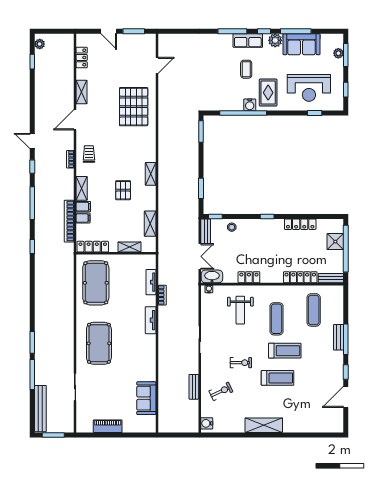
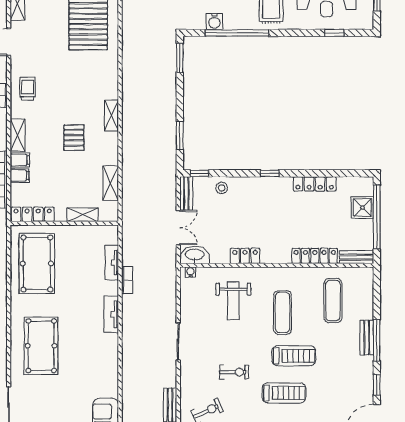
water cooler: (250, 105) -> (214, 22), moved

